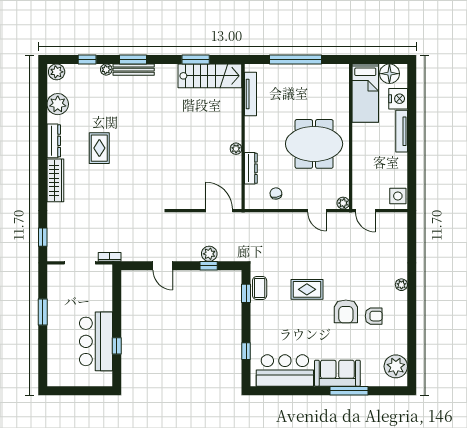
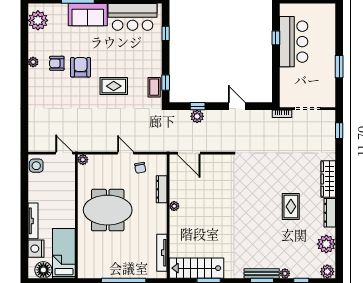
door: (317, 211) -> (126, 153), moved
plant: (401, 285) -> (33, 62), moved

